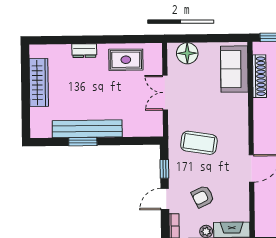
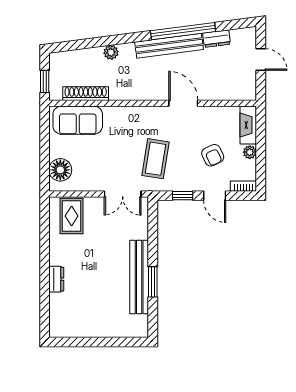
rug: (126, 60) -> (72, 216), moved
wardrobe: (39, 83) -> (89, 328), removed
double door: (165, 93) -> (123, 194), moved

